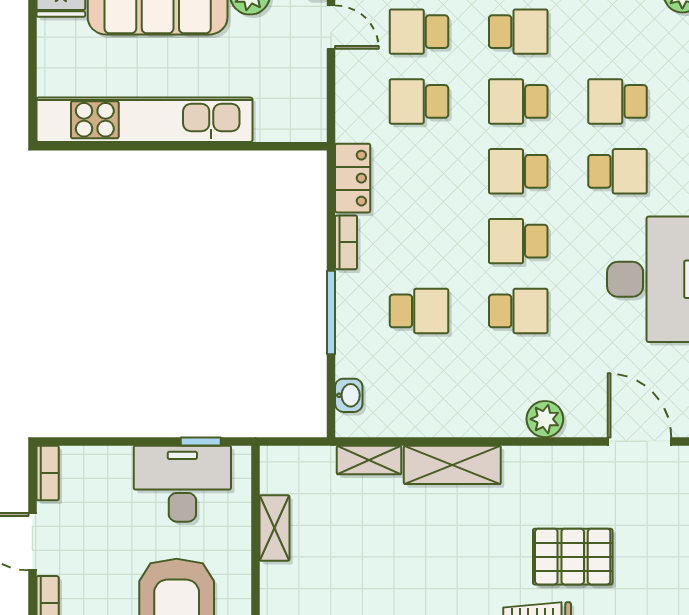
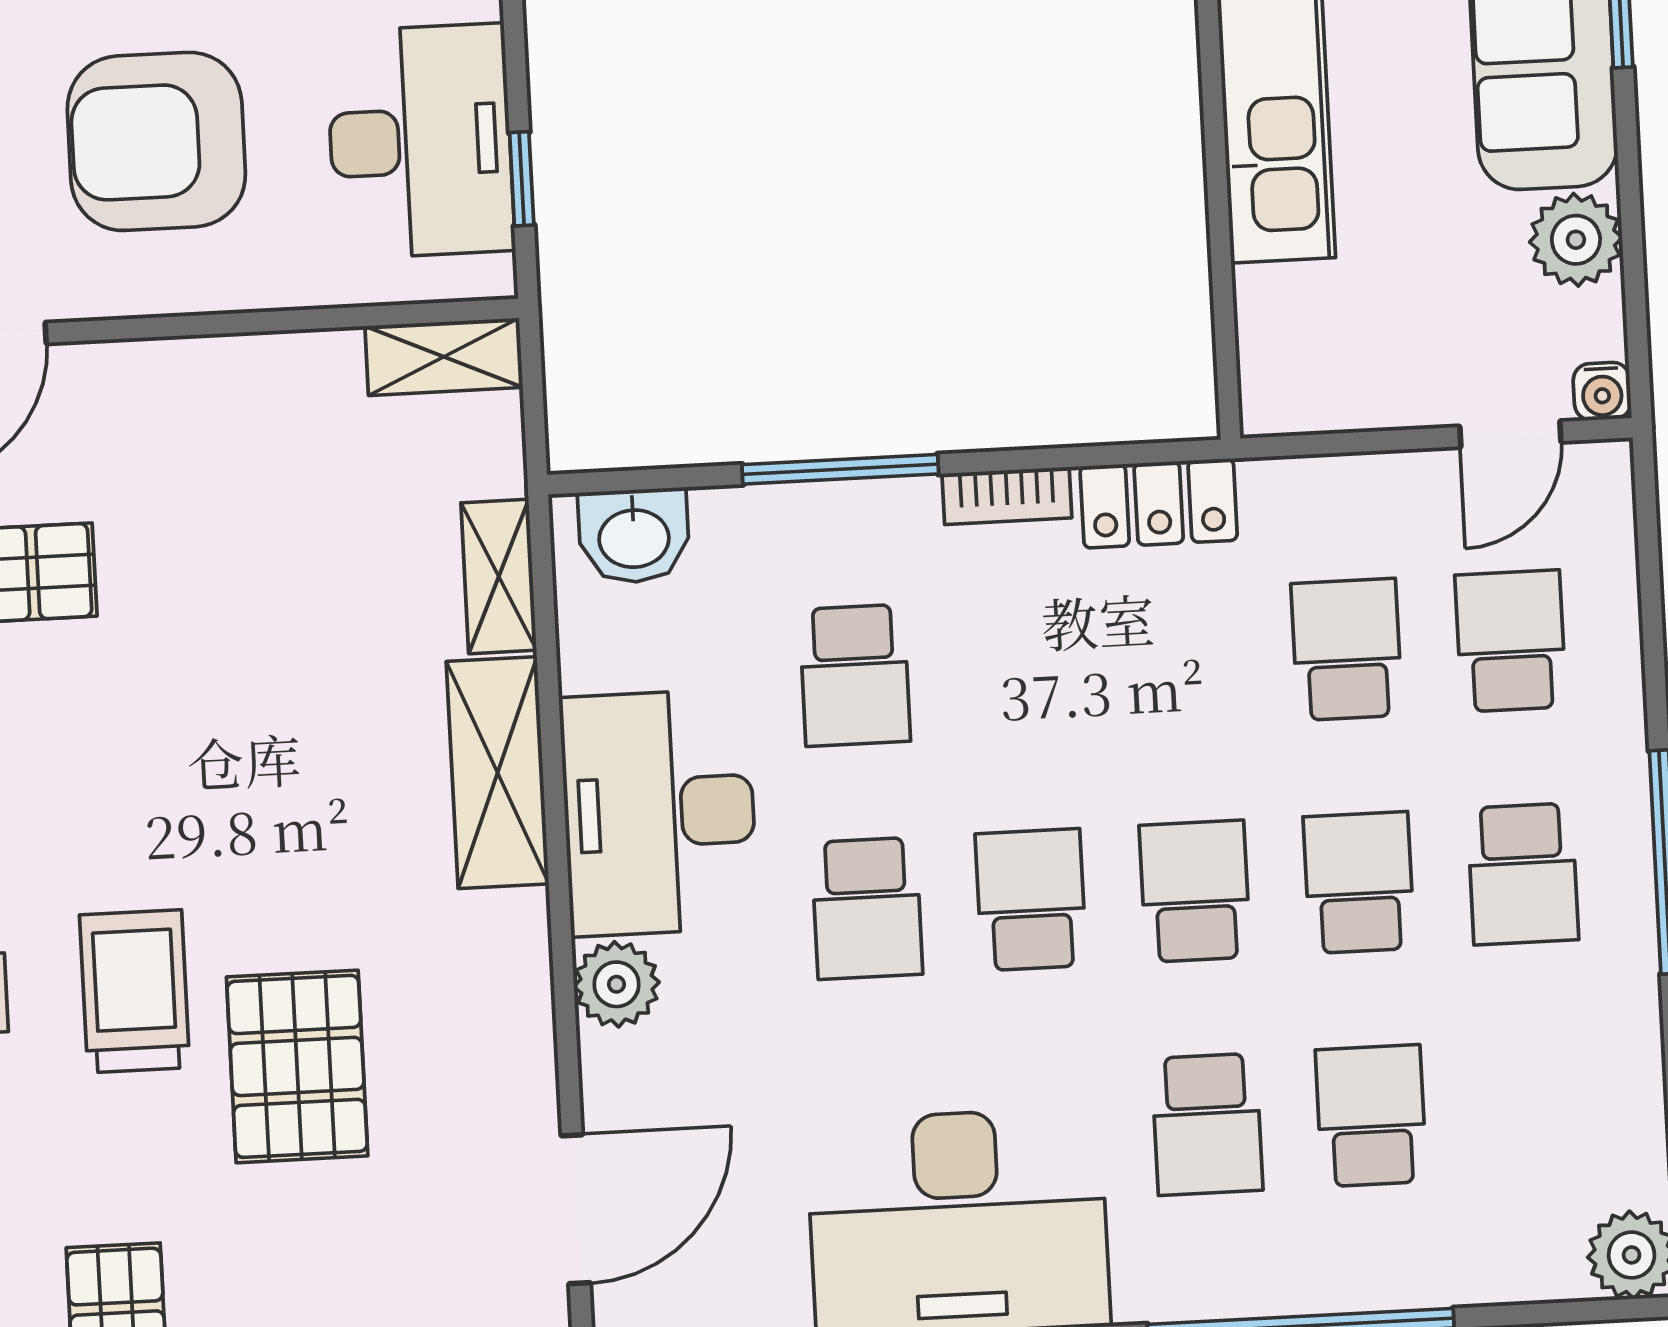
washbasin: (349, 395) -> (634, 536), width x1.38, depth x1.45
desk: (473, 397) -> (659, 813), added
shelving: (275, 528) -> (444, 357), moved

